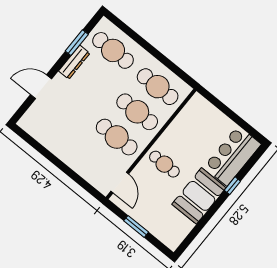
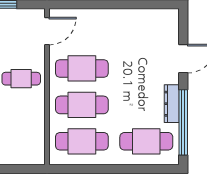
window: (77, 43) -> (183, 122), width x2.11
door: (120, 182) -> (47, 31), swing flipped

